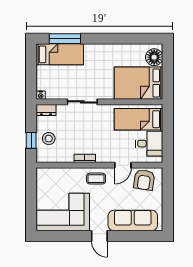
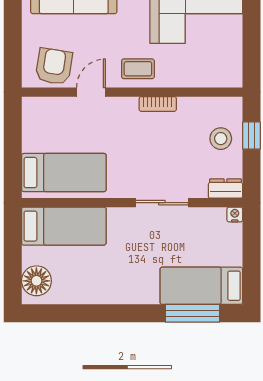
bed: (139, 83) -> (64, 226), width x0.67
desk: (149, 144) -> (45, 130), removed

